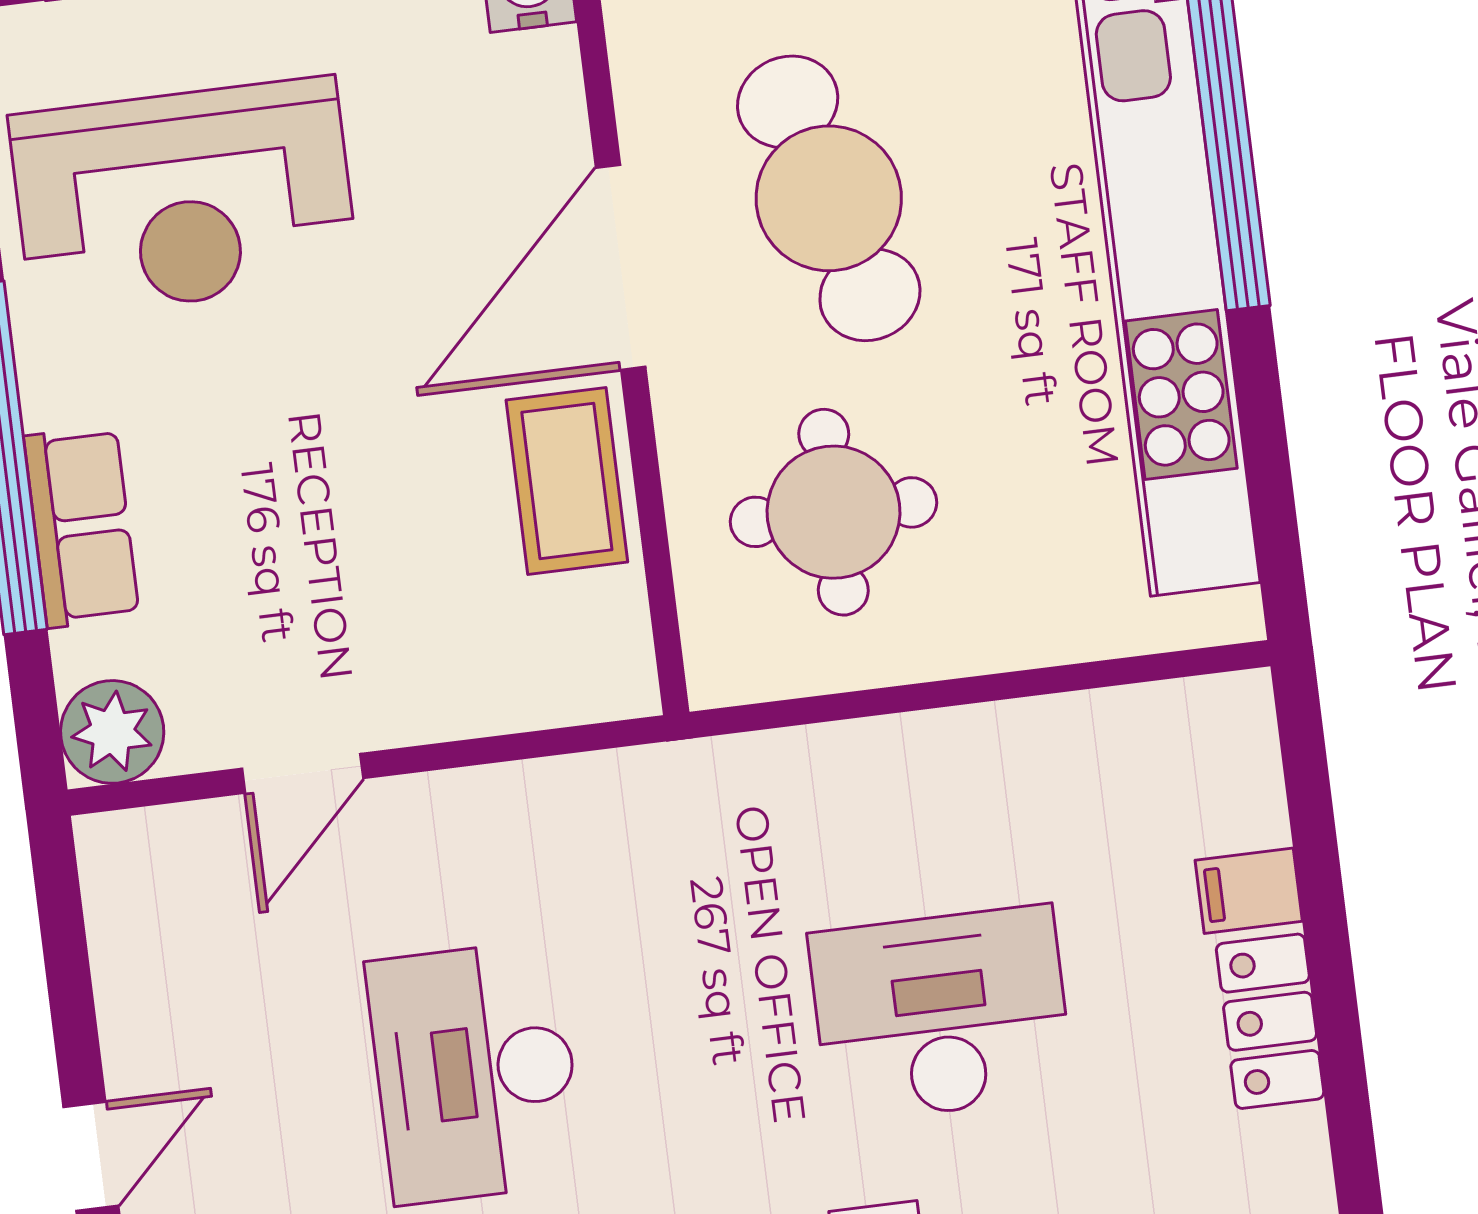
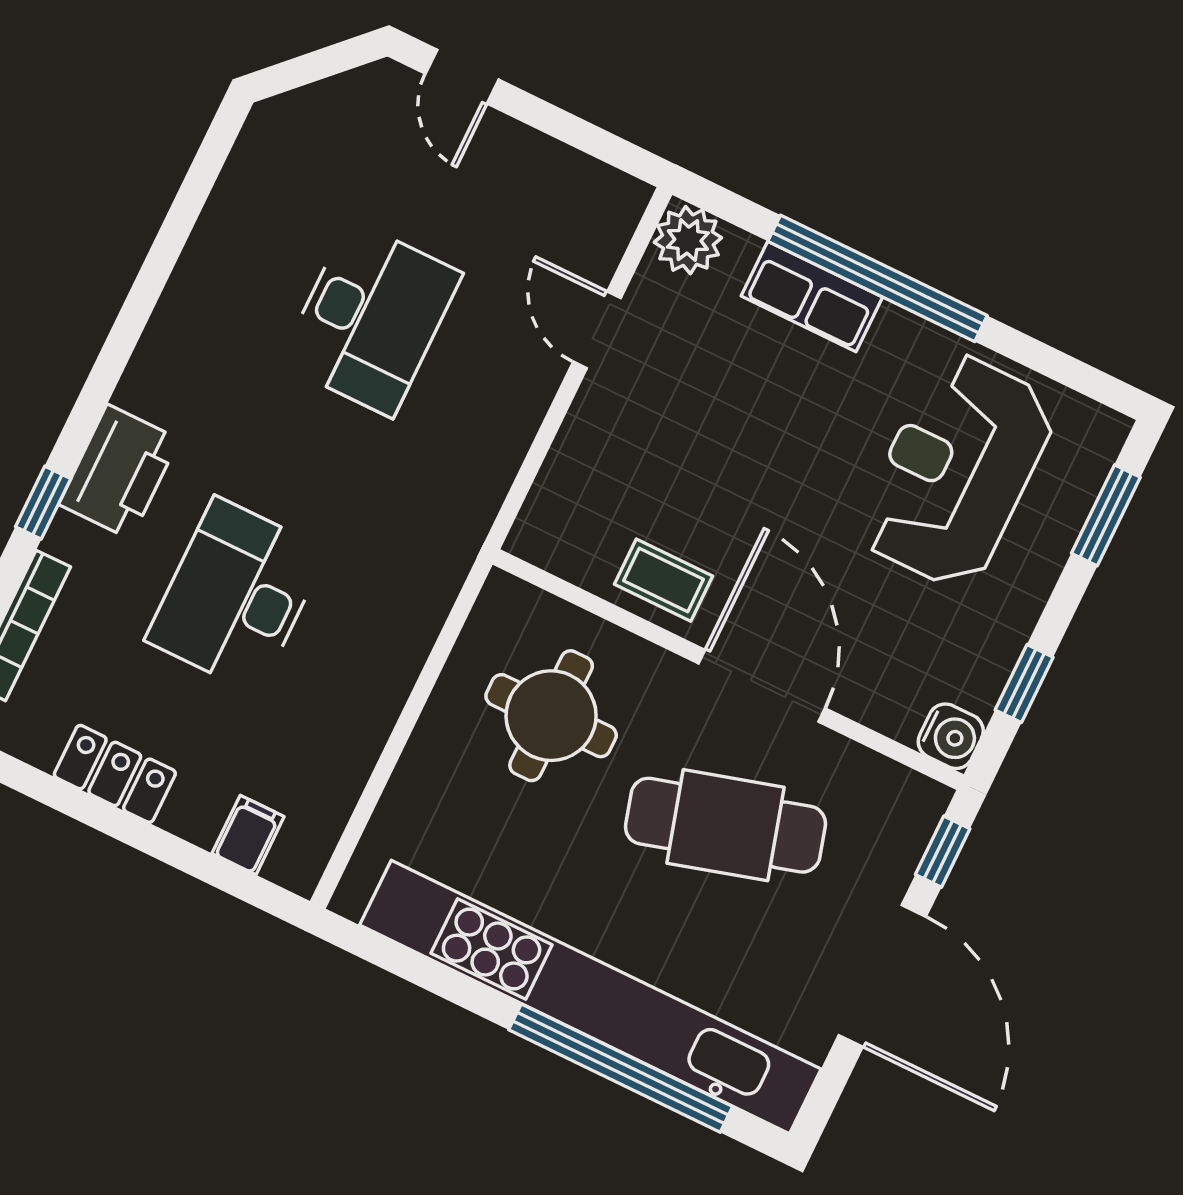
coffee table: (567, 481) -> (664, 580), width x0.73, depth x0.77
filing cabinet: (1249, 891) -> (248, 835), moved
desk: (941, 1014) -> (236, 595), turned 180
desk: (475, 1072) -> (371, 318), turned 90

